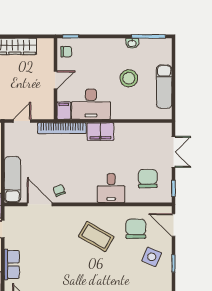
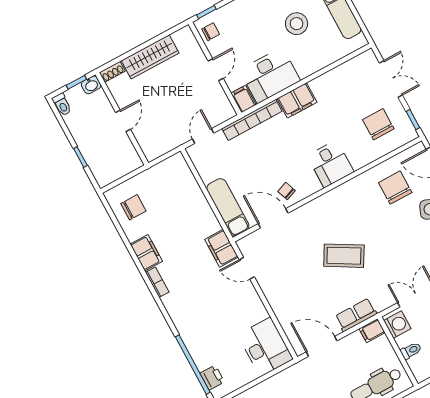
desk: (111, 188) -> (331, 164), moved
coffee table: (96, 237) -> (344, 256), moved
row of seats: (12, 264) -> (278, 302), removed

